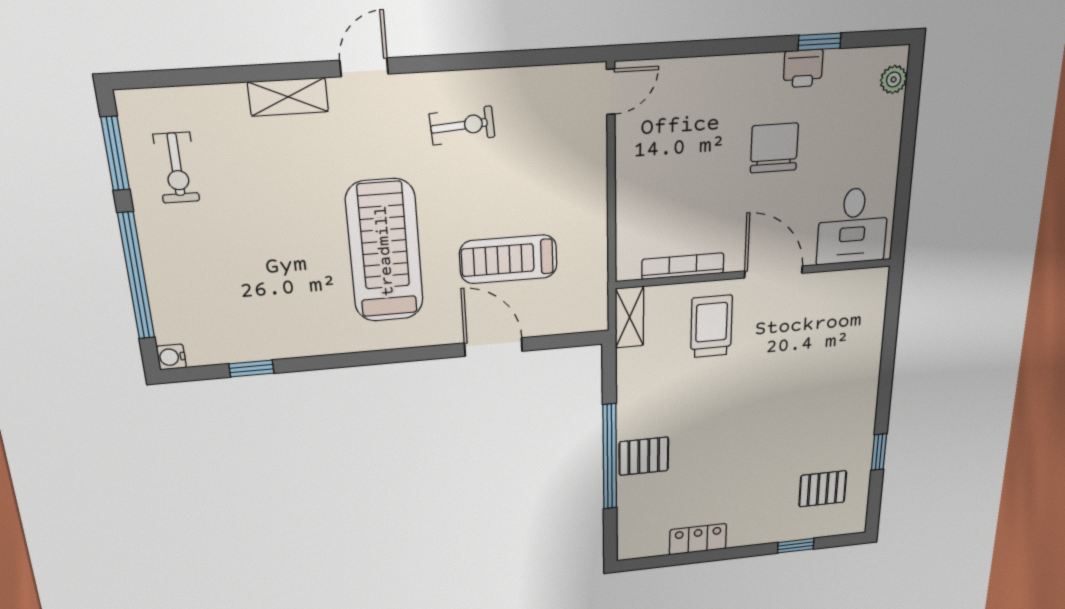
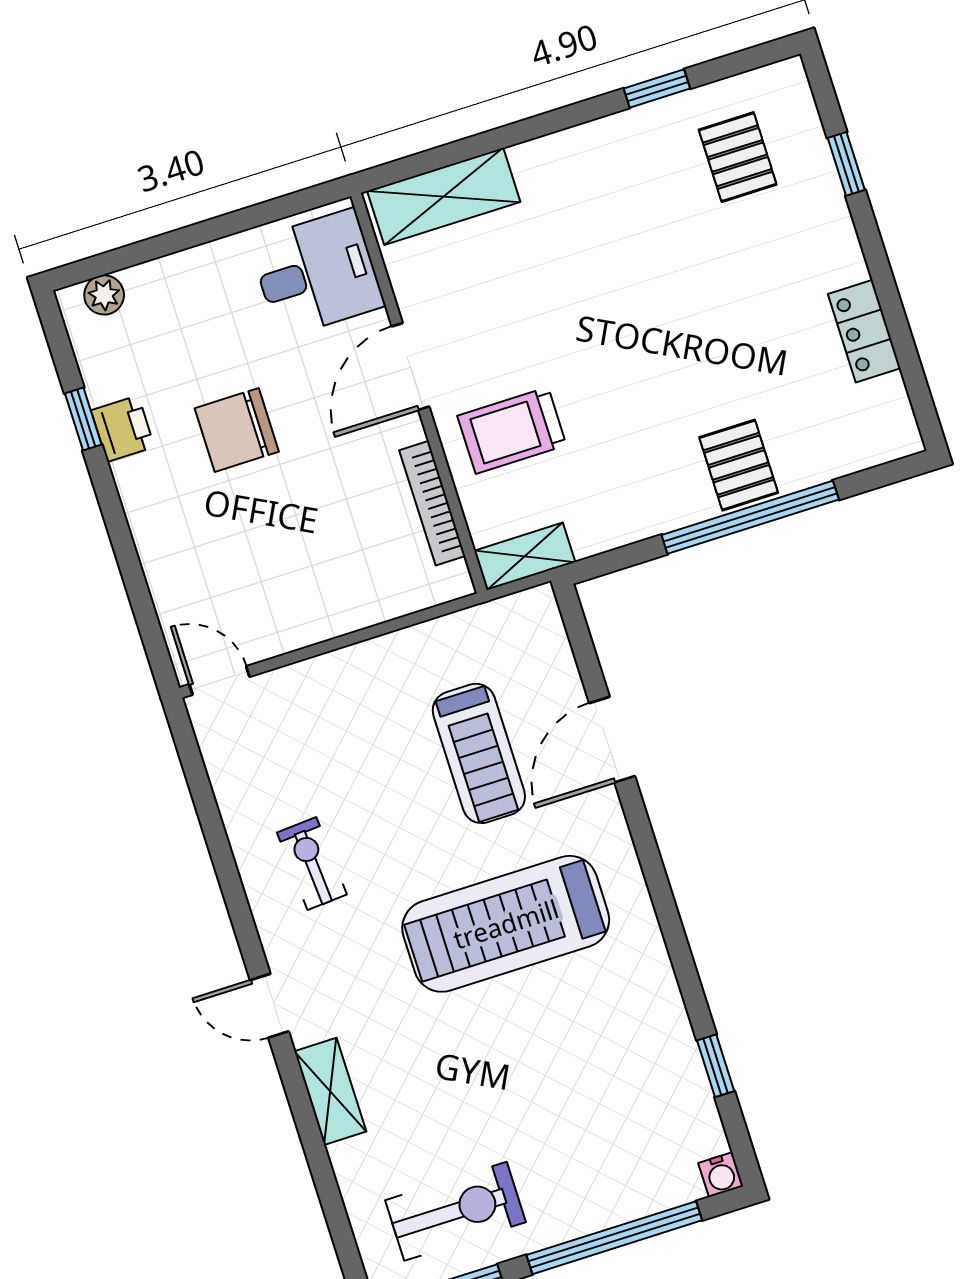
exercise bike: (177, 168) -> (455, 1211), width x1.38, depth x1.39
shelving: (868, 316) -> (444, 196), added

